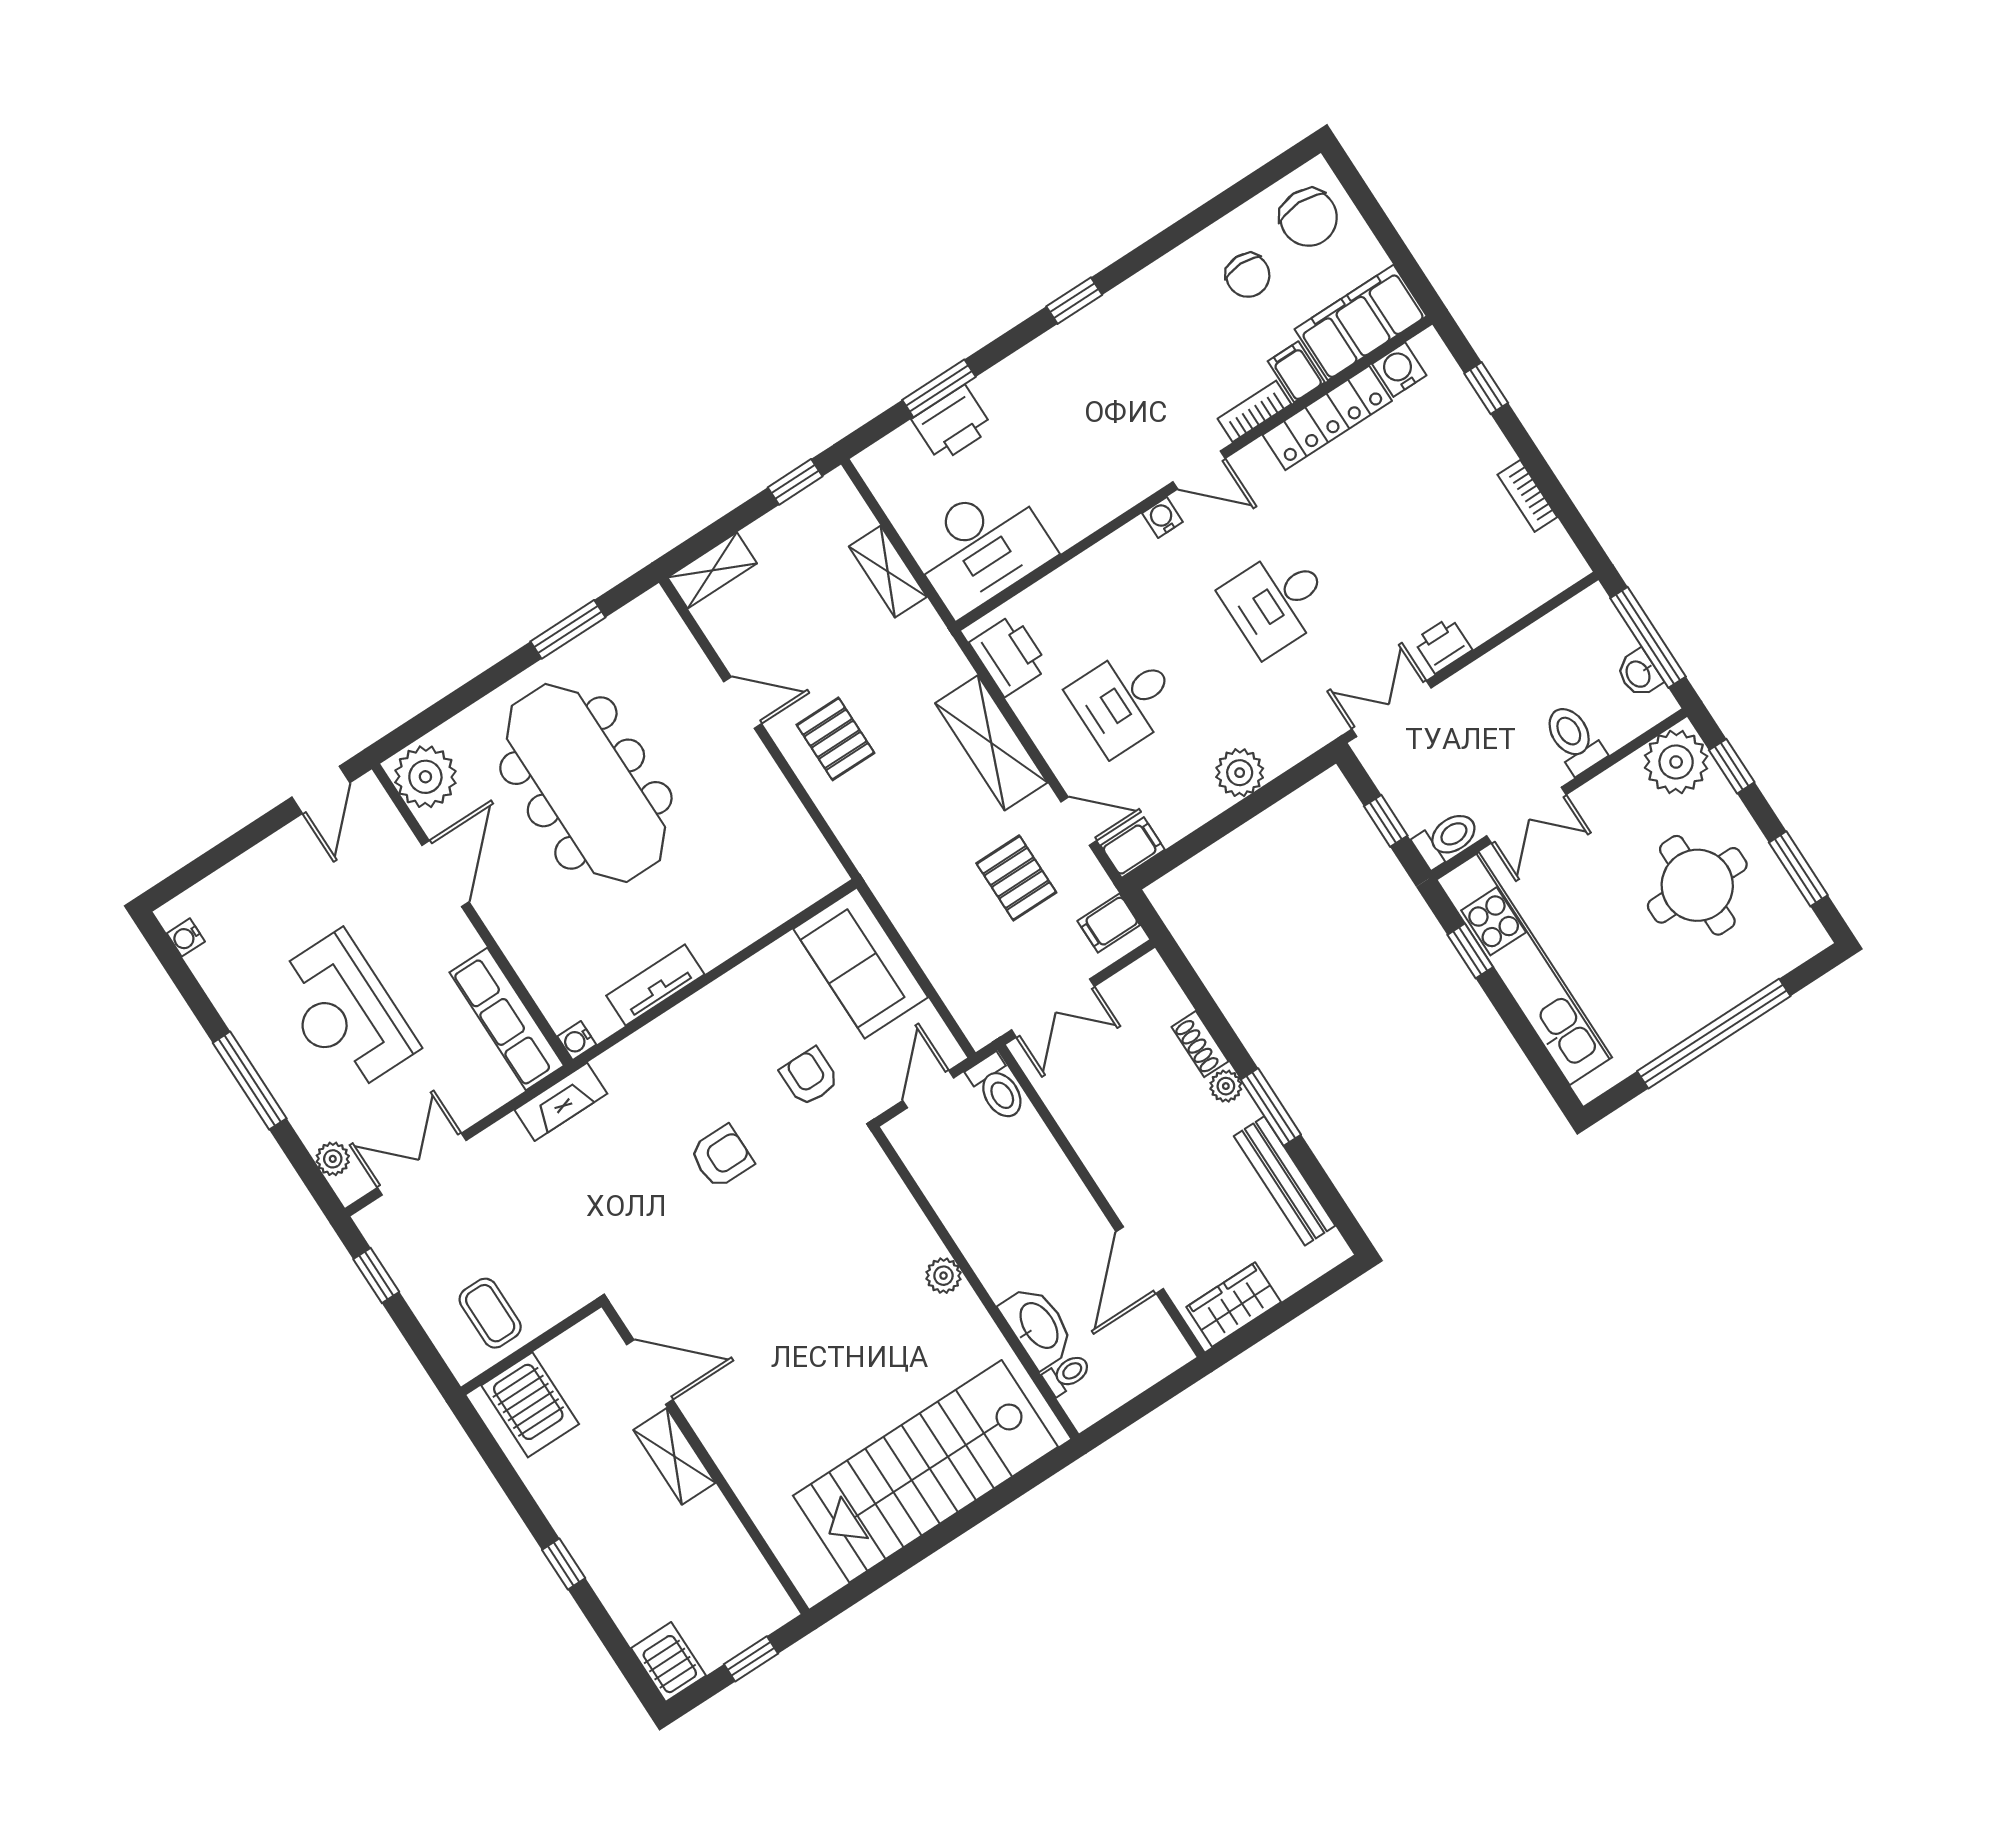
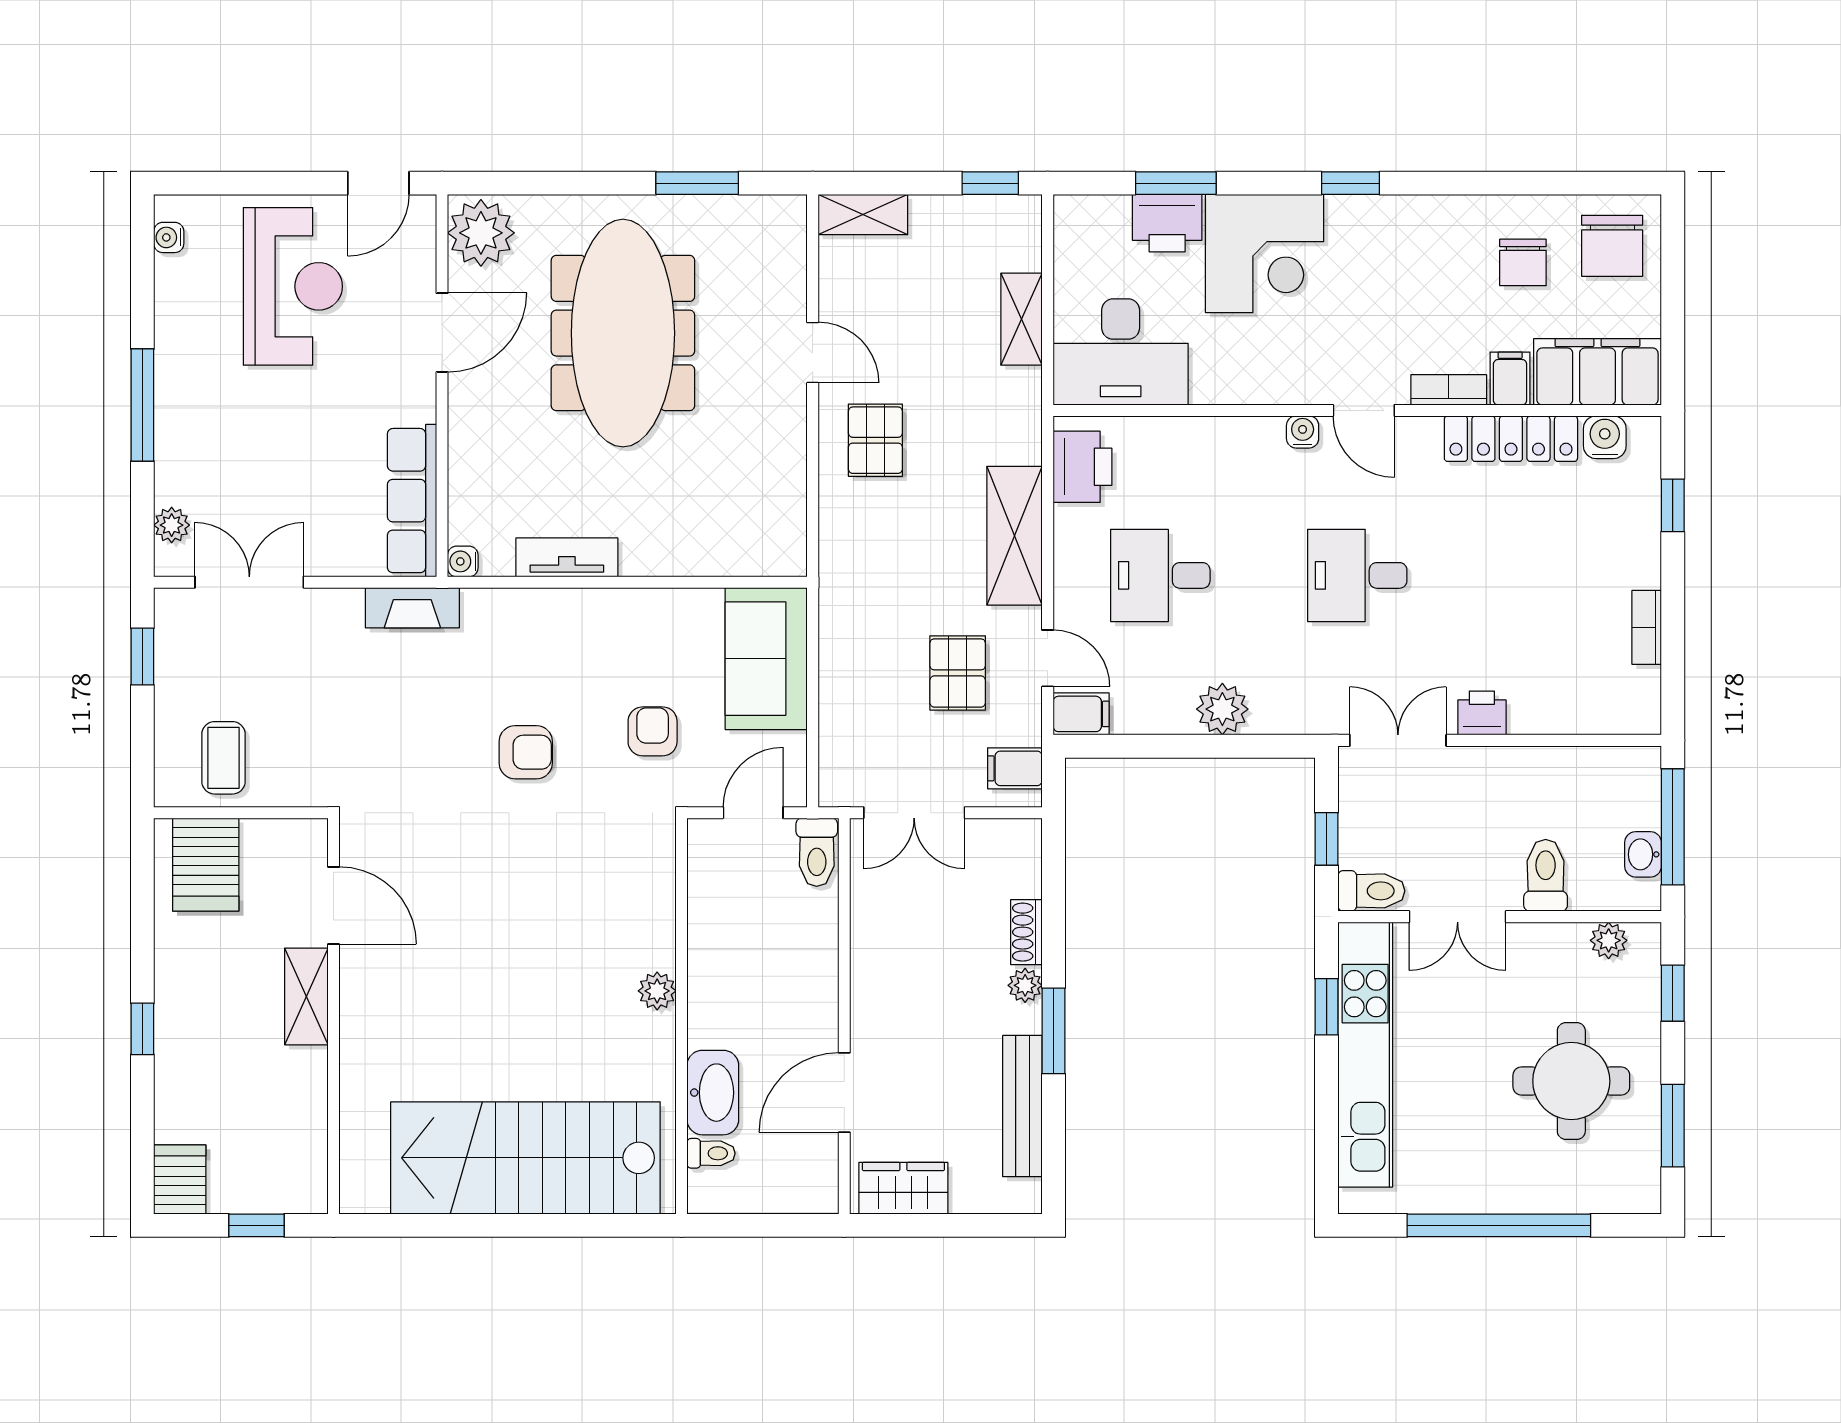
corner desk: (1043, 398) -> (1265, 254), added
plant: (1676, 762) -> (1609, 940), width x0.53, depth x0.53
reception desk: (345, 1012) -> (293, 286), moved, turned 180

